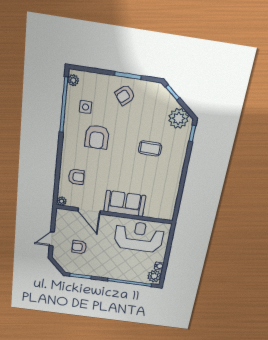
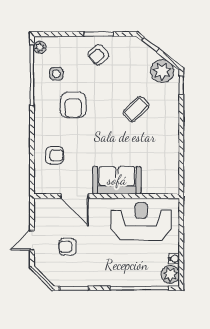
coffee table: (150, 148) -> (136, 109), turned -44
plant: (62, 201) -> (40, 188), removed

